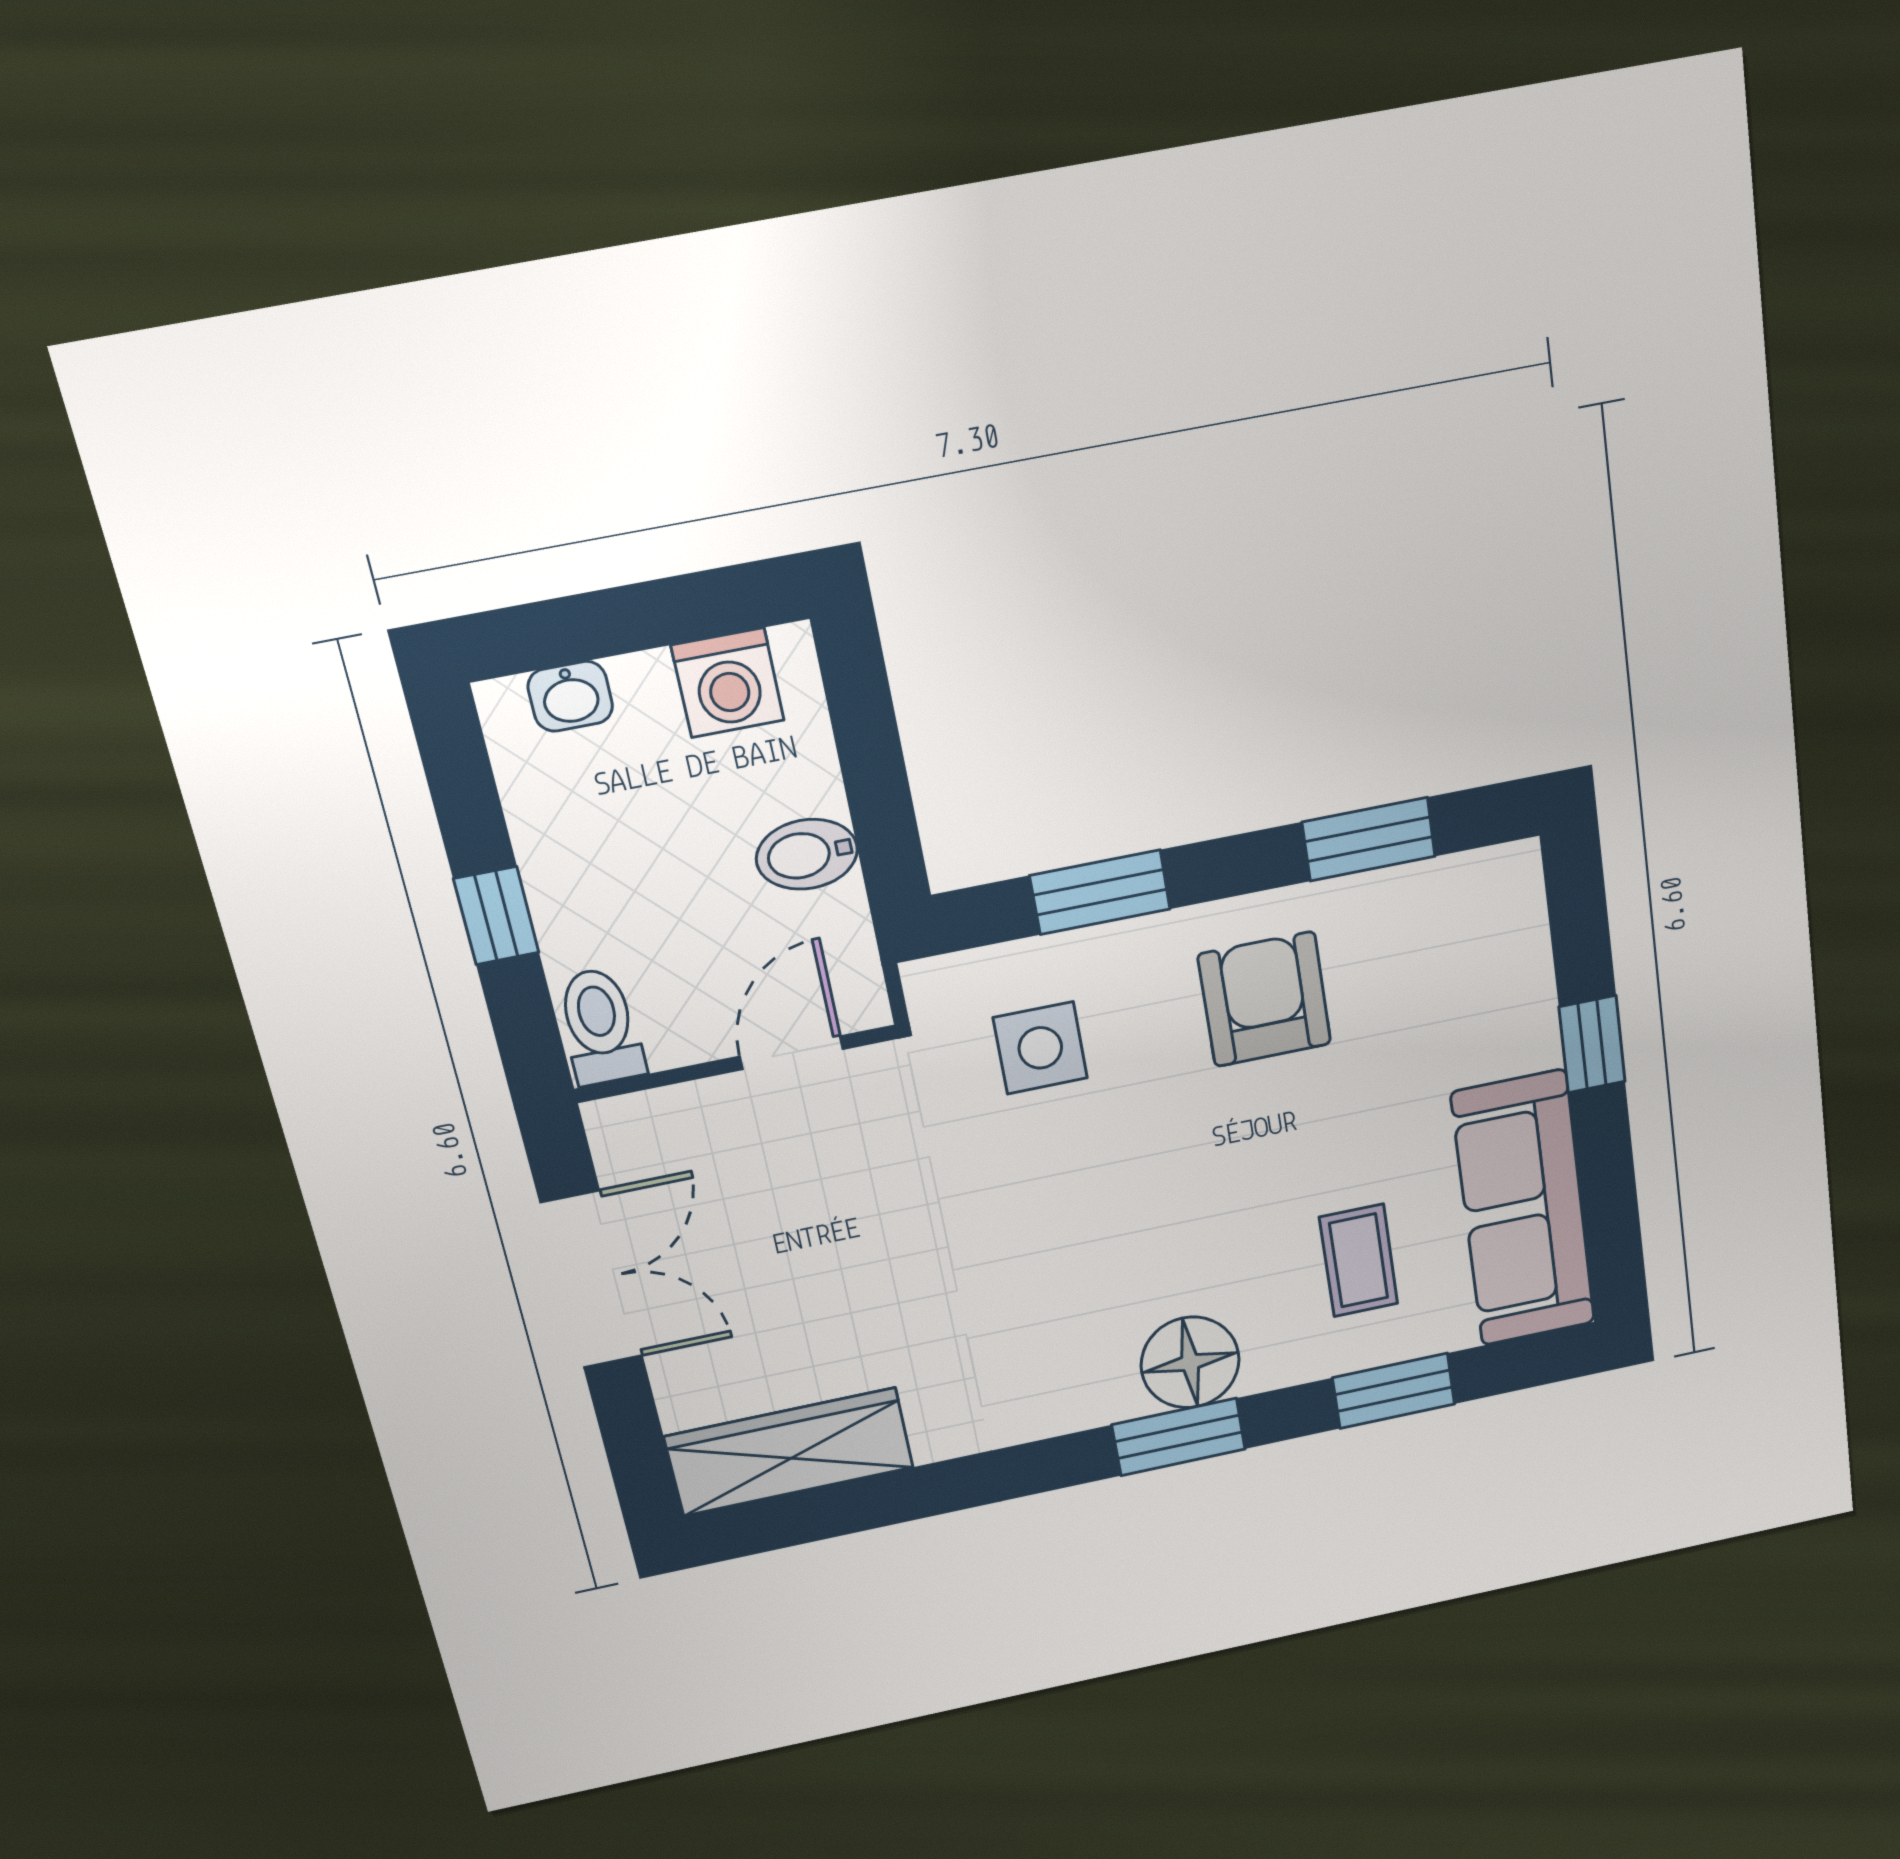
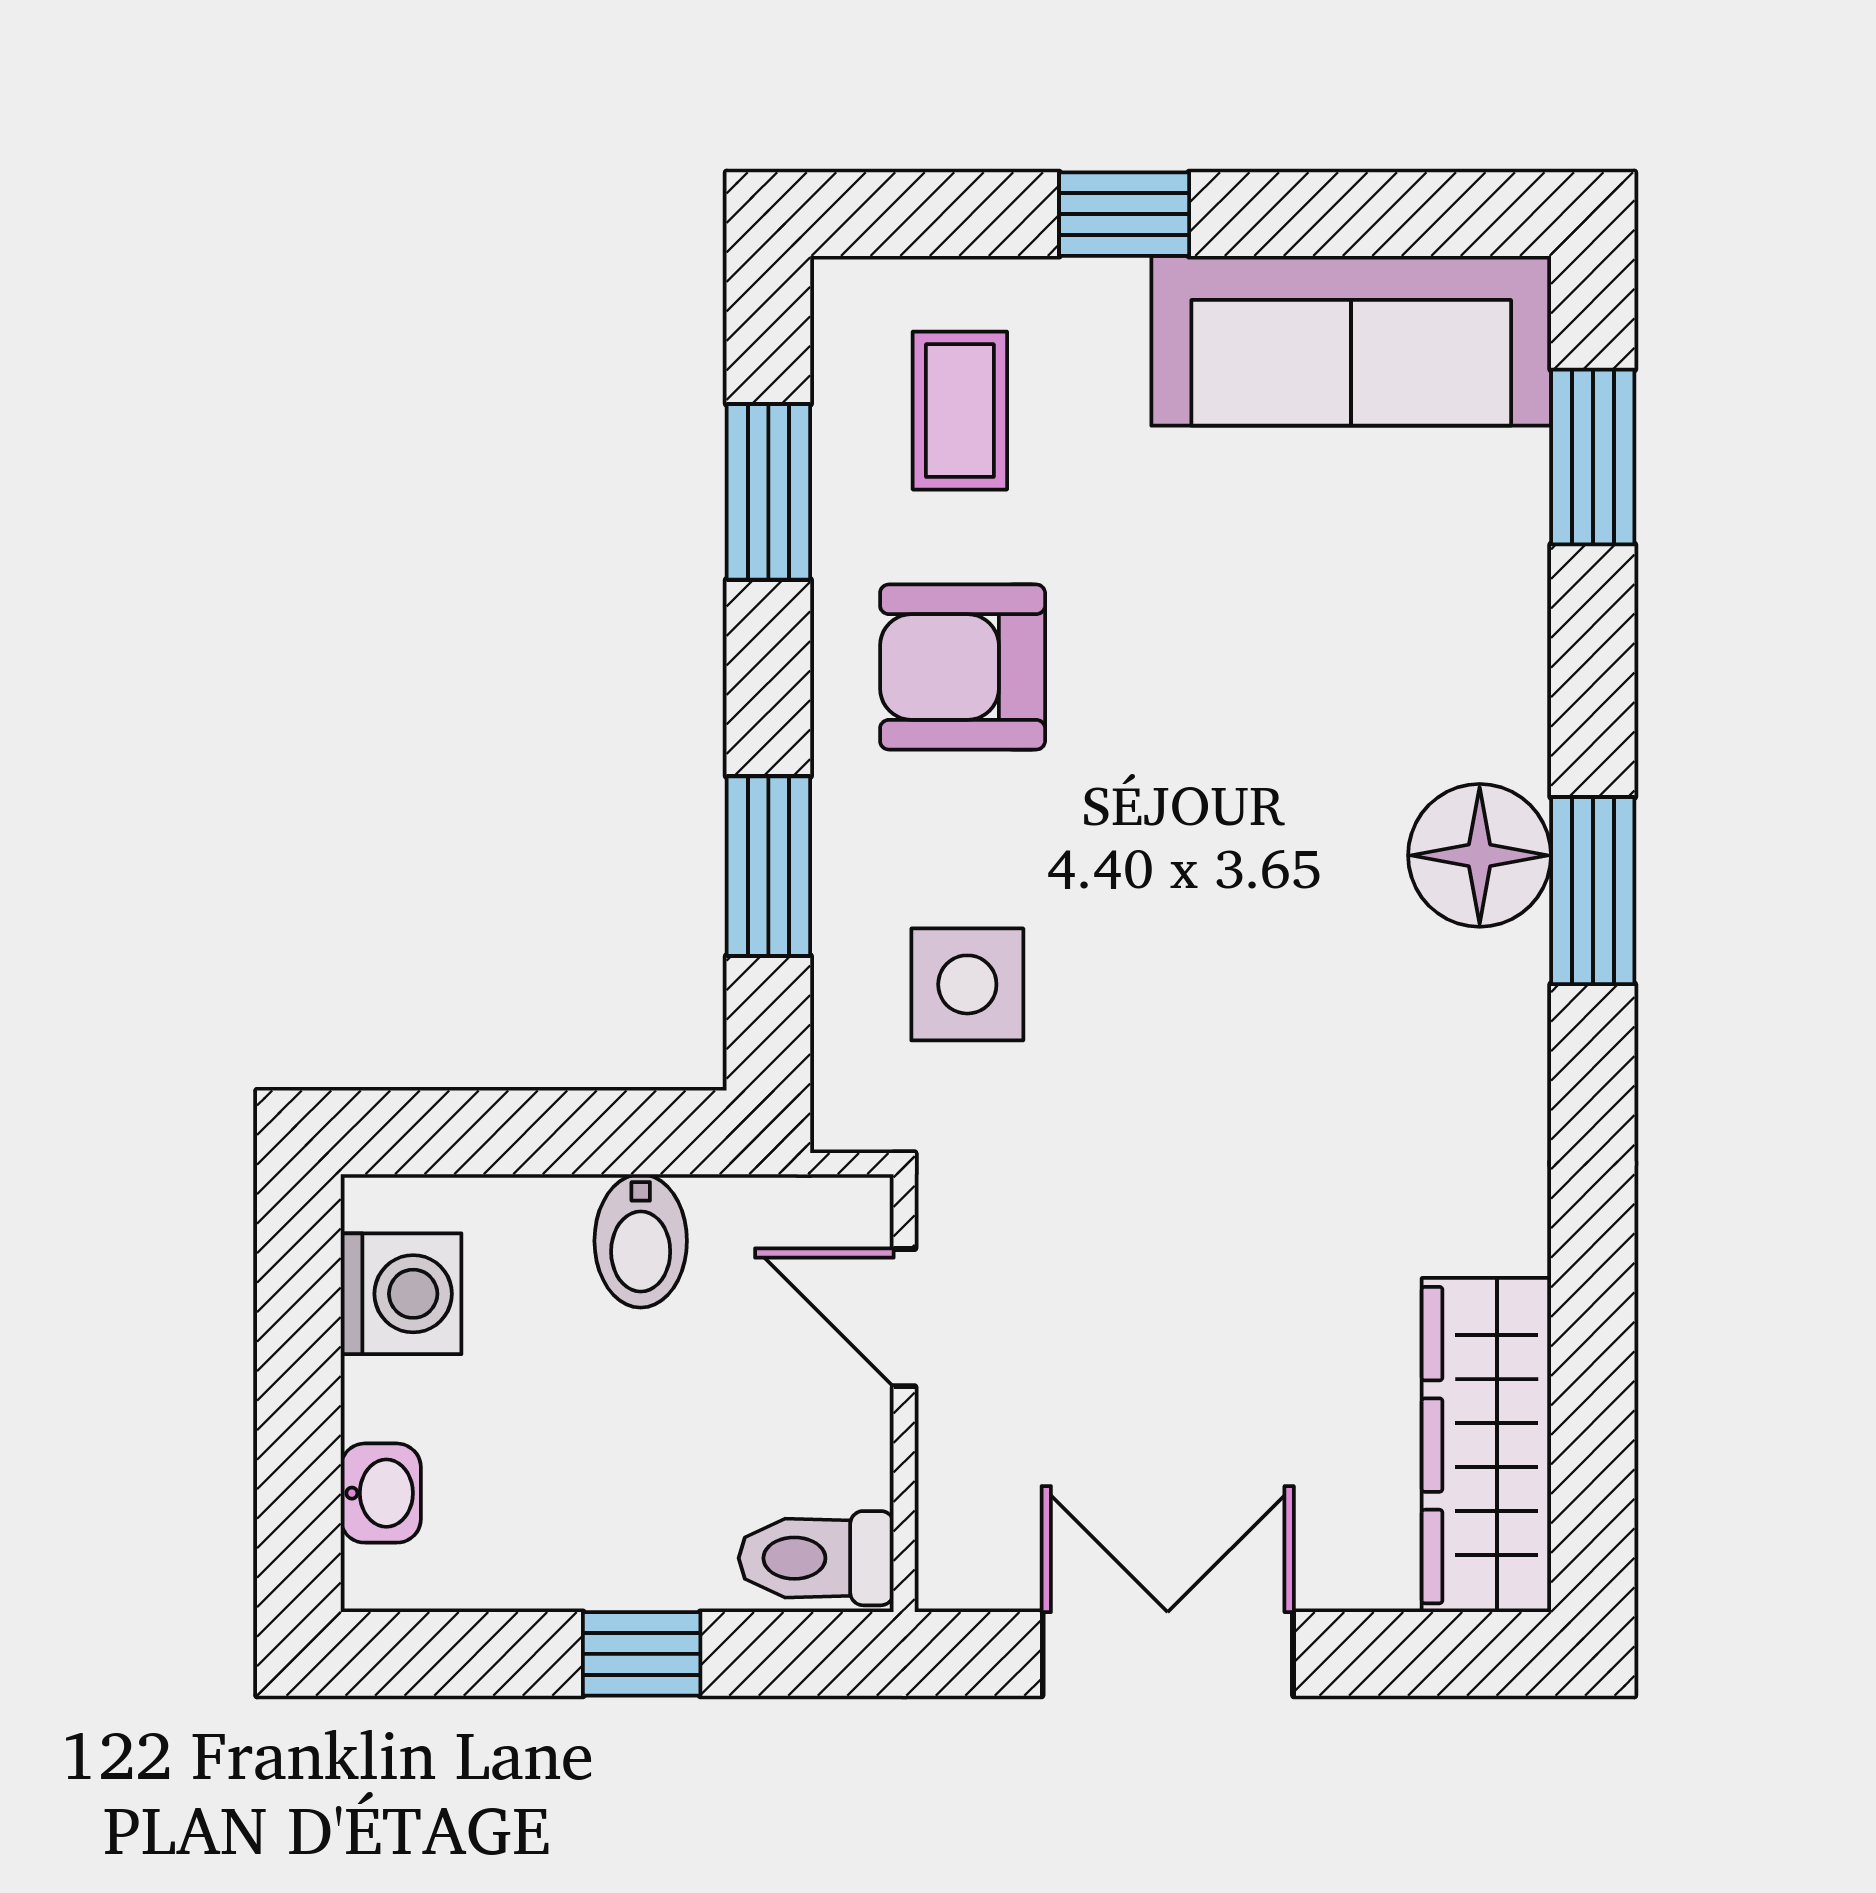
coffee table: (1359, 1260) -> (960, 411), moved, turned 90
window: (1394, 1391) -> (1593, 457), moved

